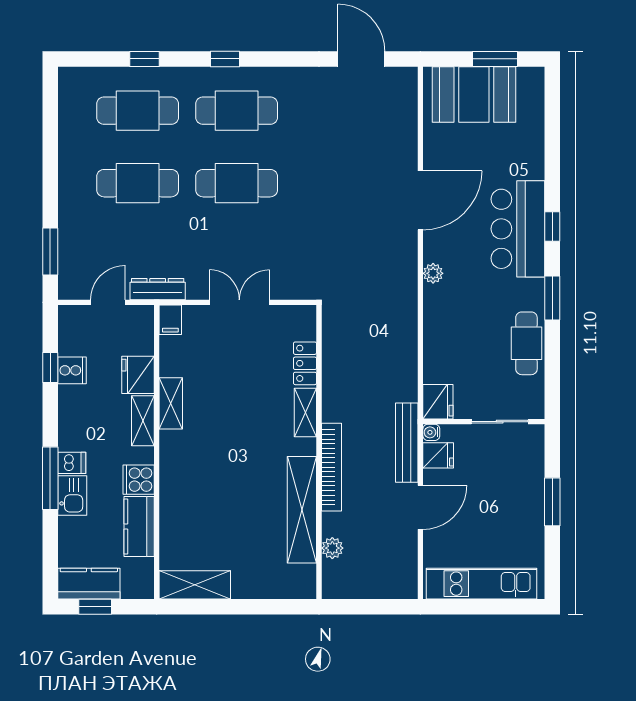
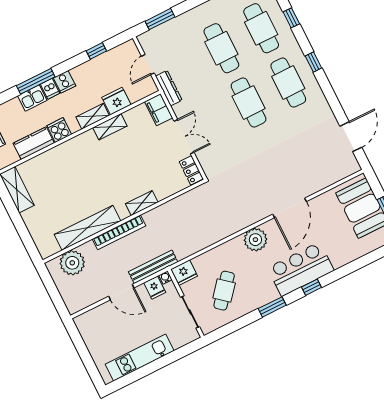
door: (420, 200) -> (290, 208), hinge flipped
plant: (433, 273) -> (255, 240), width x1.88, depth x1.88
door: (108, 302) -> (148, 65), swing flipped
filing cabinet: (170, 320) -> (159, 110), width x2.00
cafe table: (526, 343) -> (224, 291), moved, turned -50
locker: (305, 363) -> (191, 170), moved, turned -90
cooker: (72, 370) -> (65, 82), moved
window: (552, 502) -> (161, 363), removed
plant: (332, 548) -> (72, 263), width x1.87, depth x1.87
kitchen unit: (482, 584) -> (140, 357), moved, turned -90

